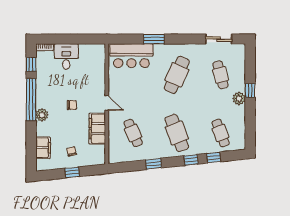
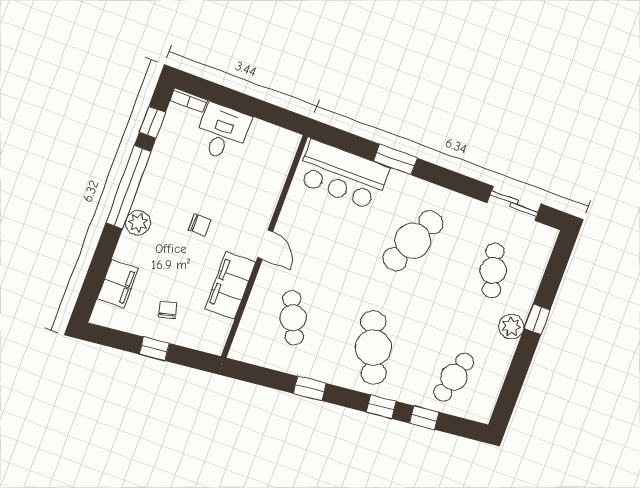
cafe table: (221, 133) -> (454, 377), turned 36

